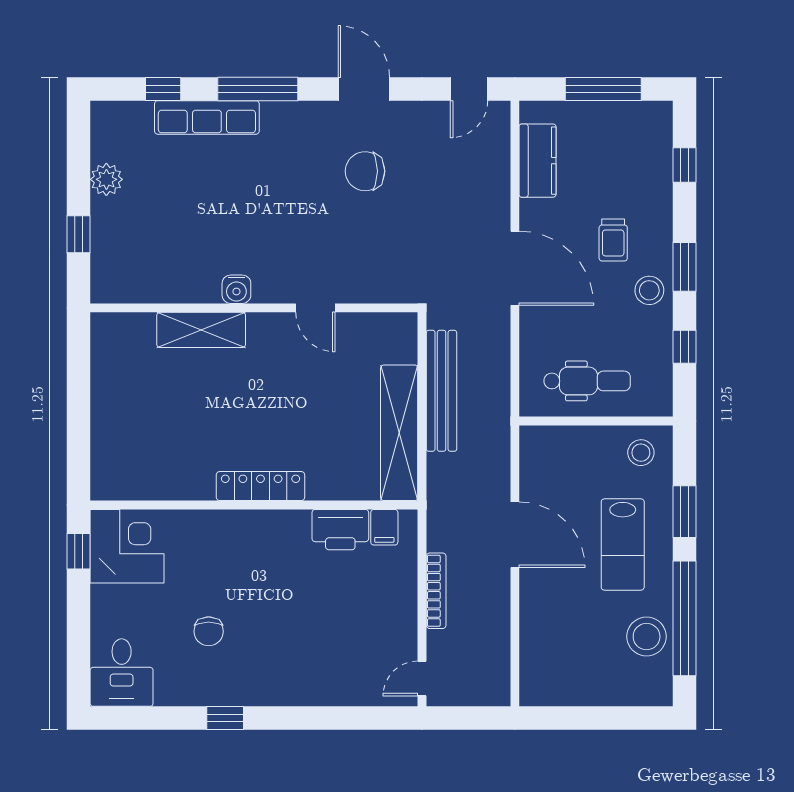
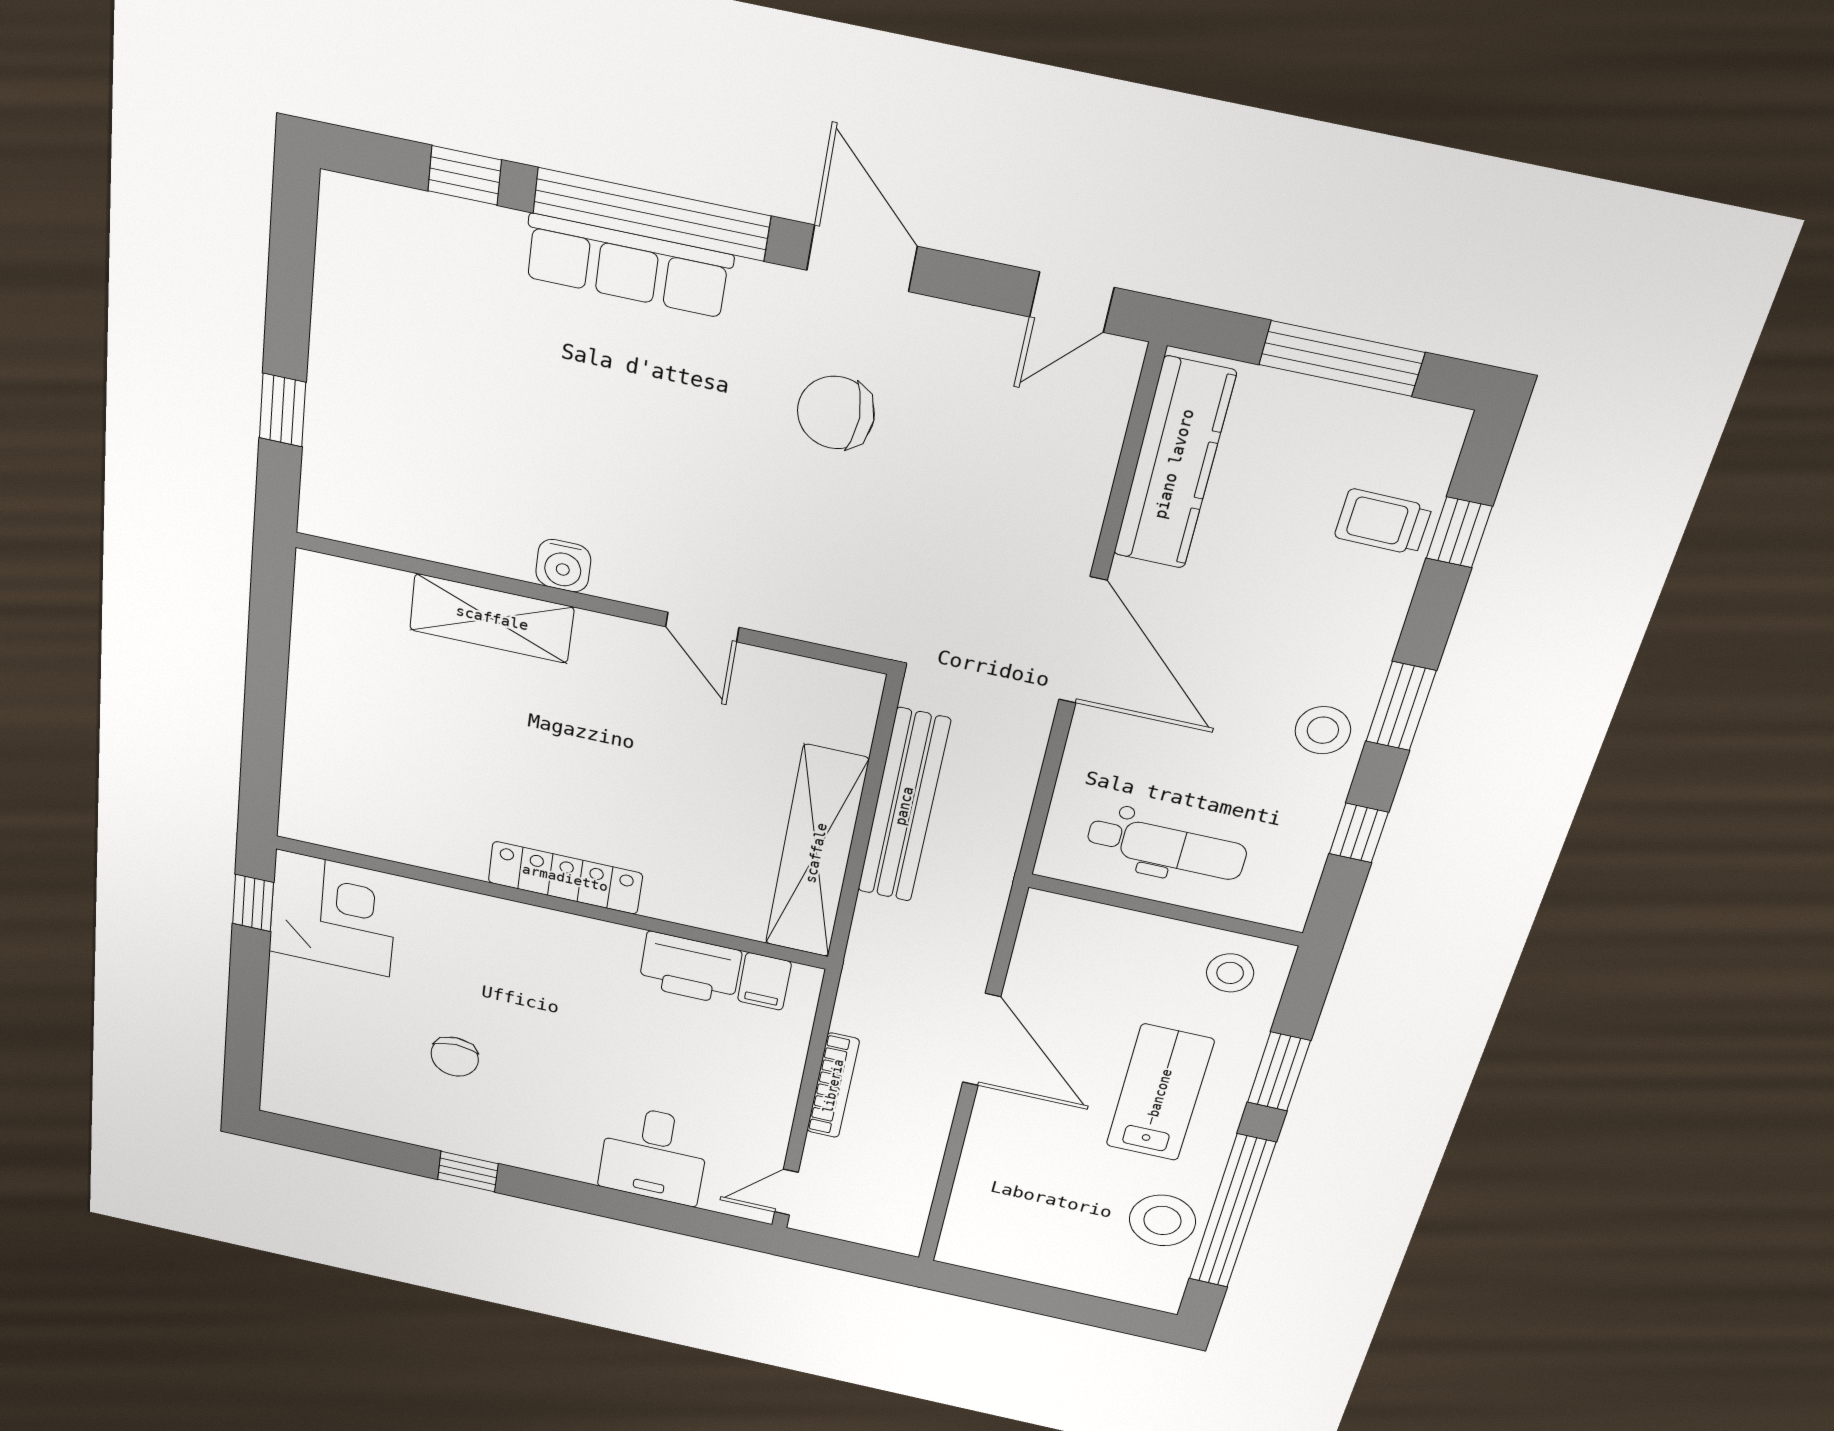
window: (258, 89) -> (651, 214), width x1.46
row of seats: (207, 117) -> (628, 266), moved
kitchen counter: (538, 161) -> (1174, 464), width x1.50
plant: (106, 179) -> (341, 323), removed
trolley: (613, 240) -> (1383, 522), moved, turned 91
lab bench: (623, 544) -> (1160, 1093), turned 180
desk: (122, 673) -> (654, 1155), moved

